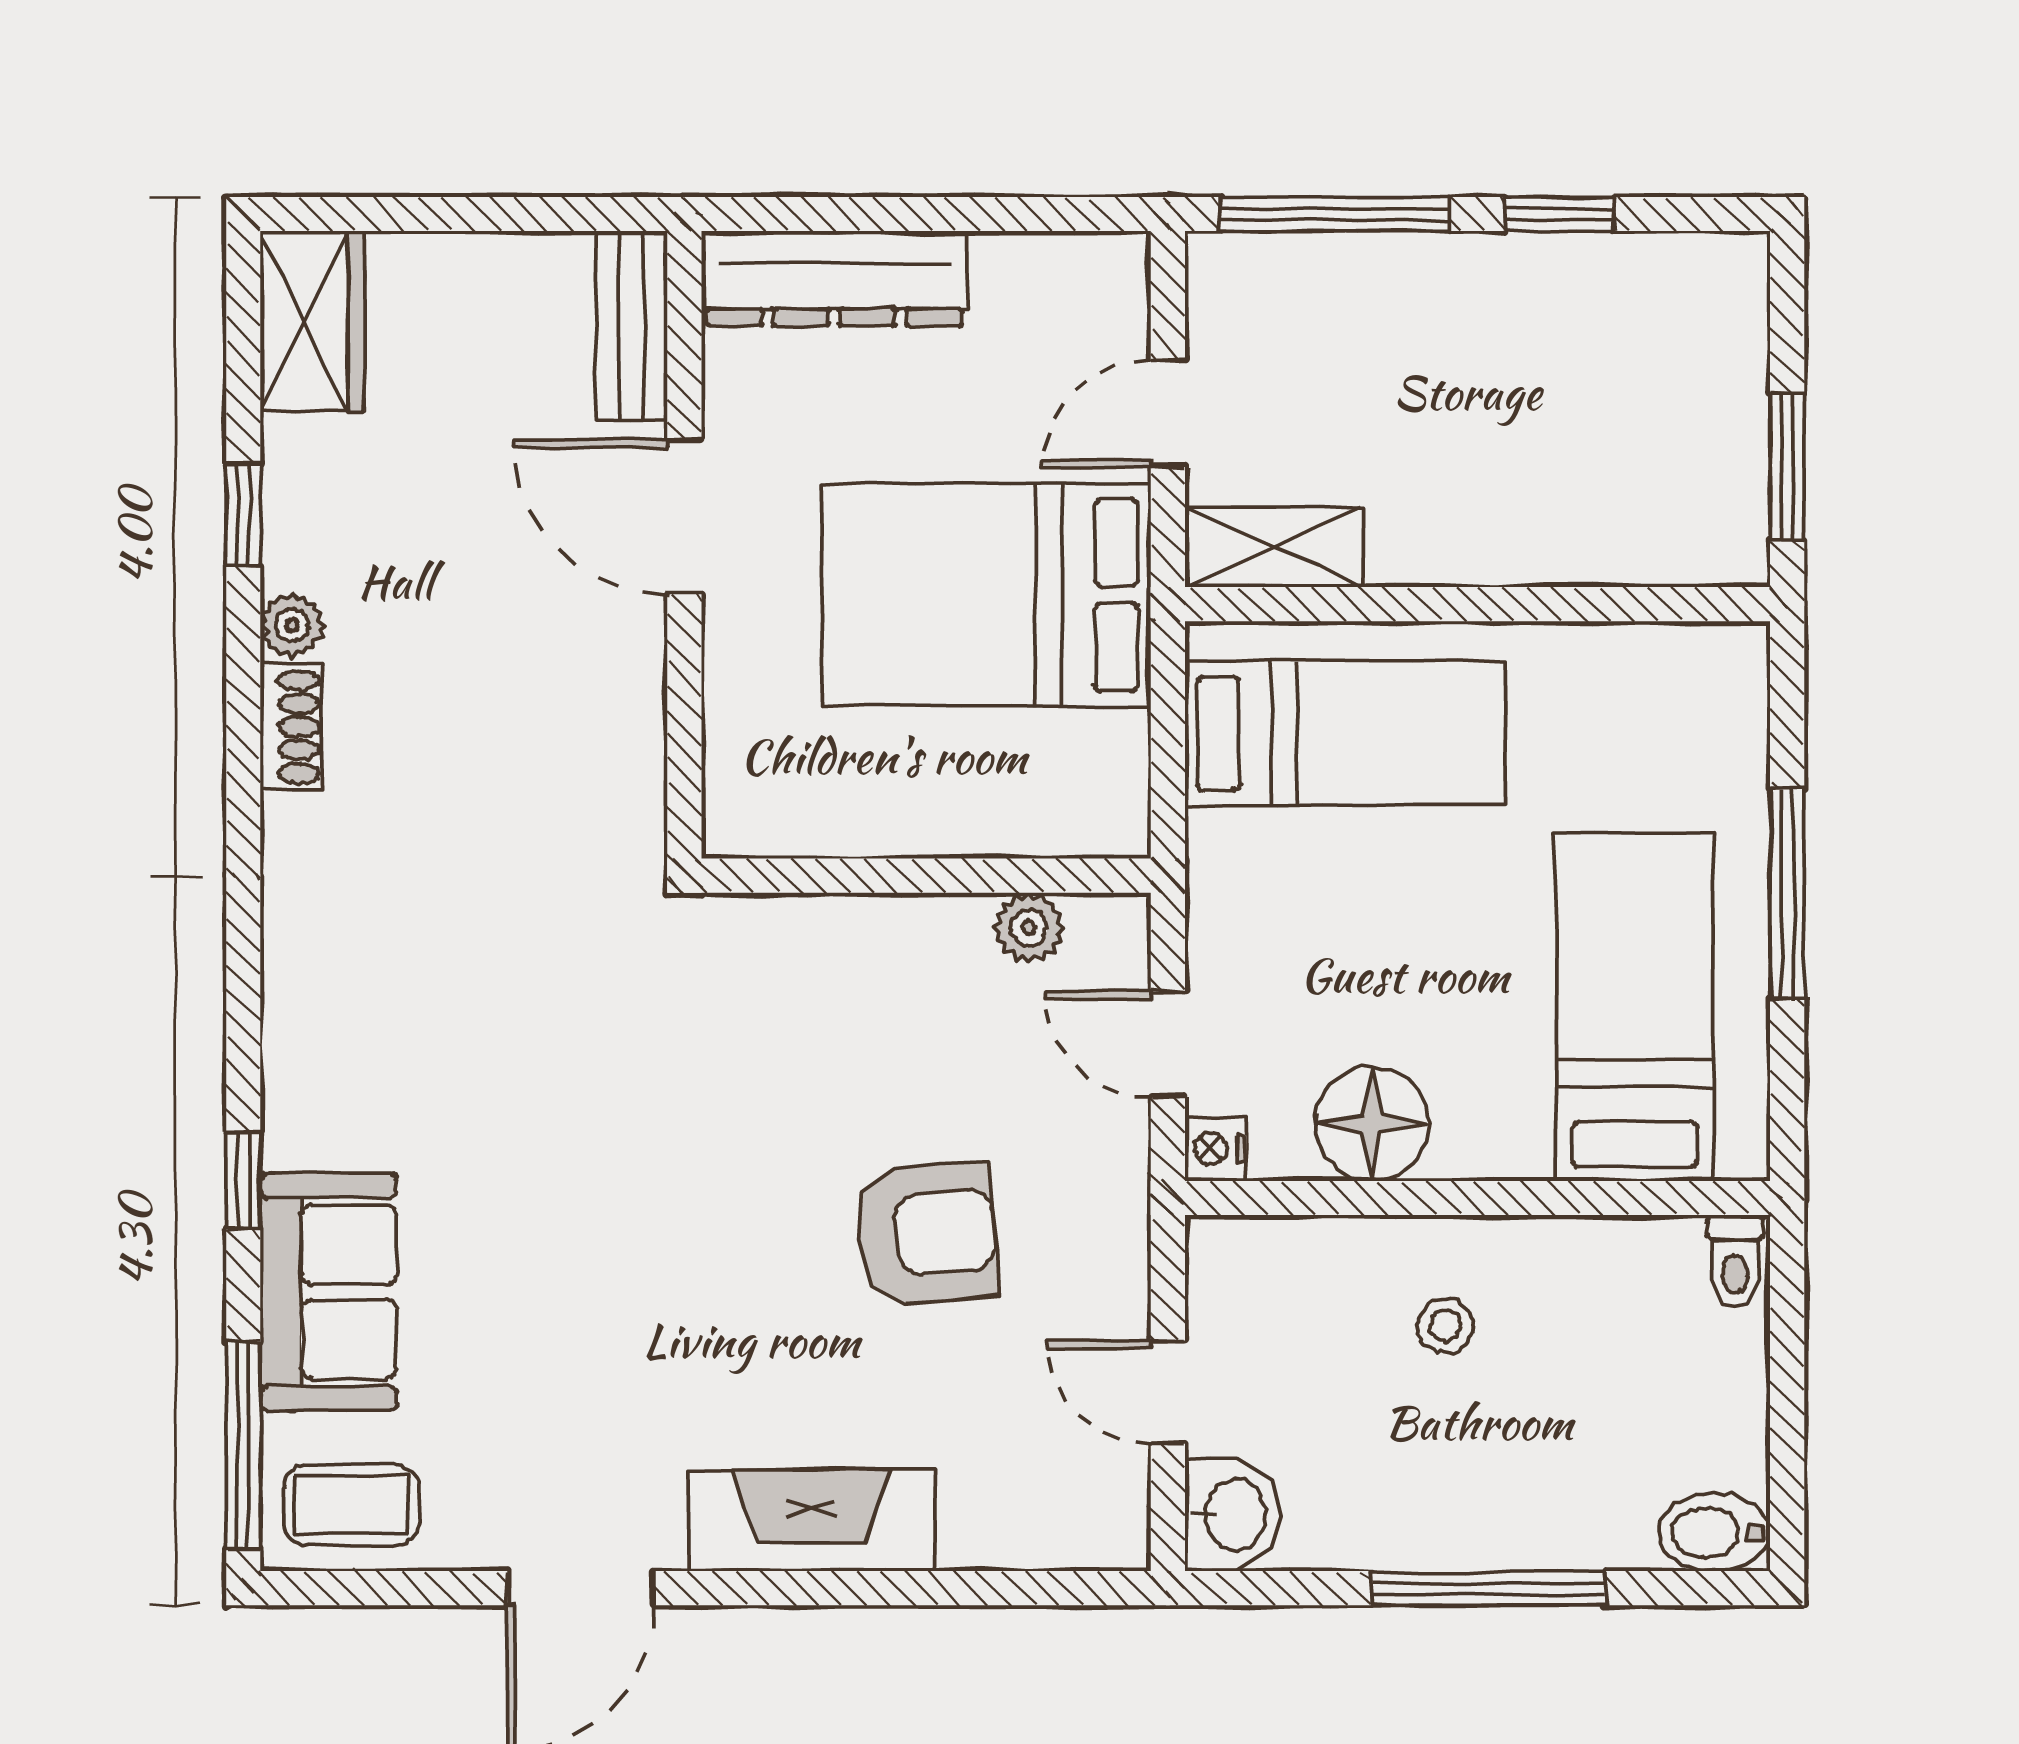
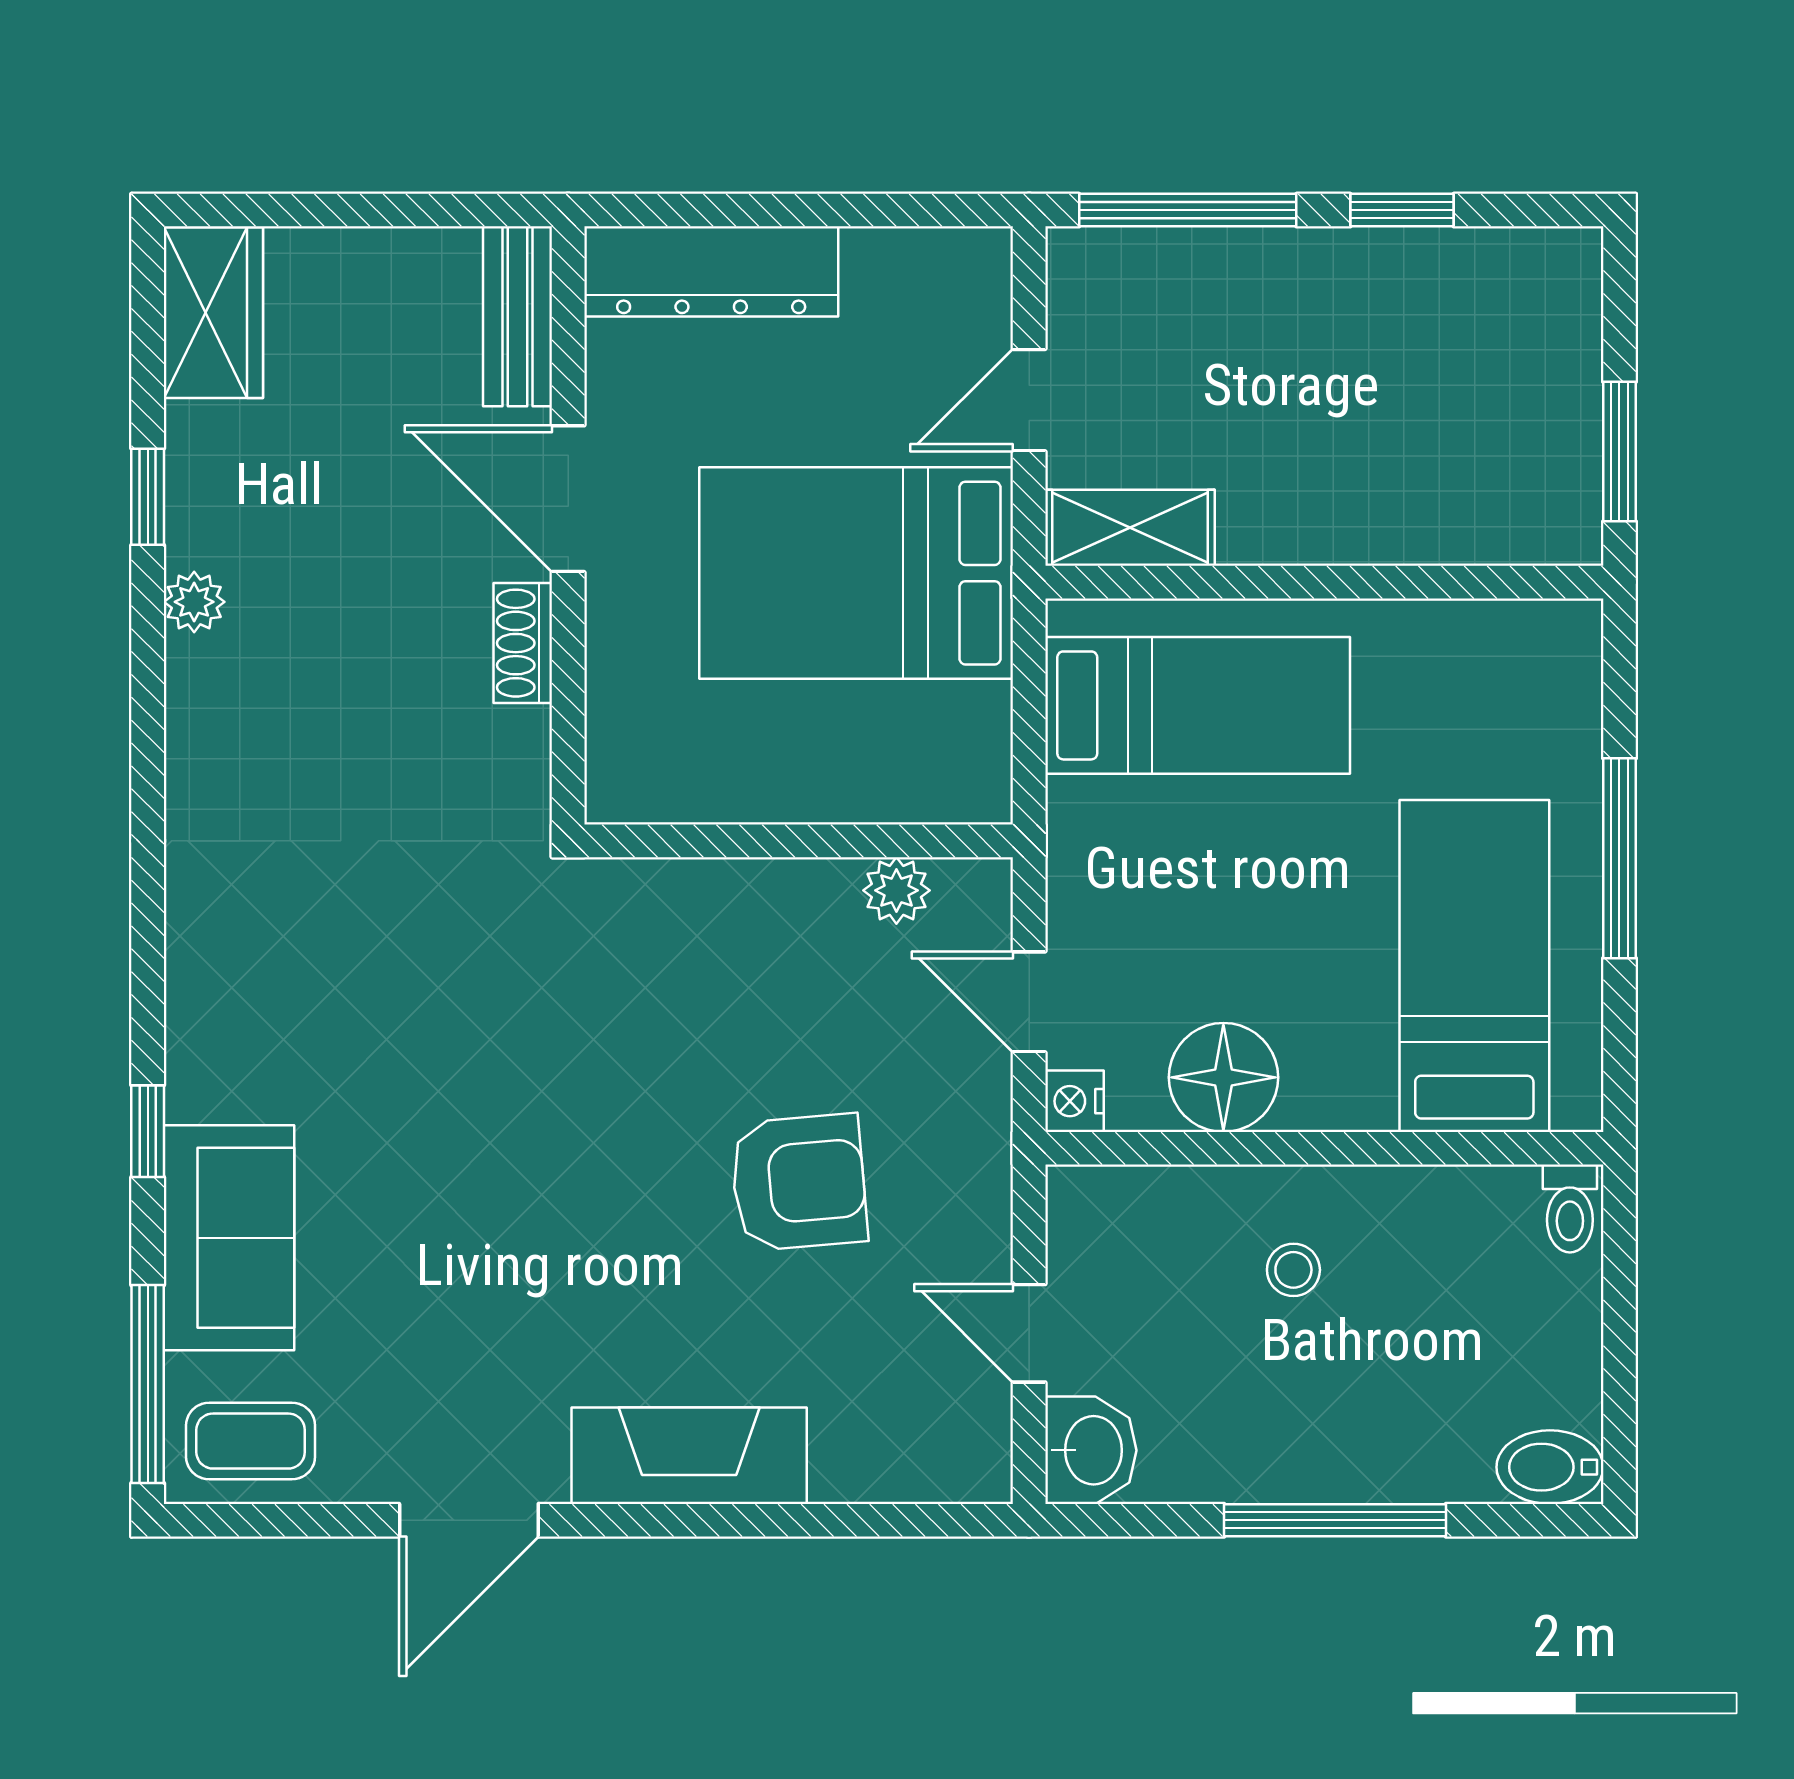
shoe rack: (291, 727) -> (523, 643), moved, turned 180

